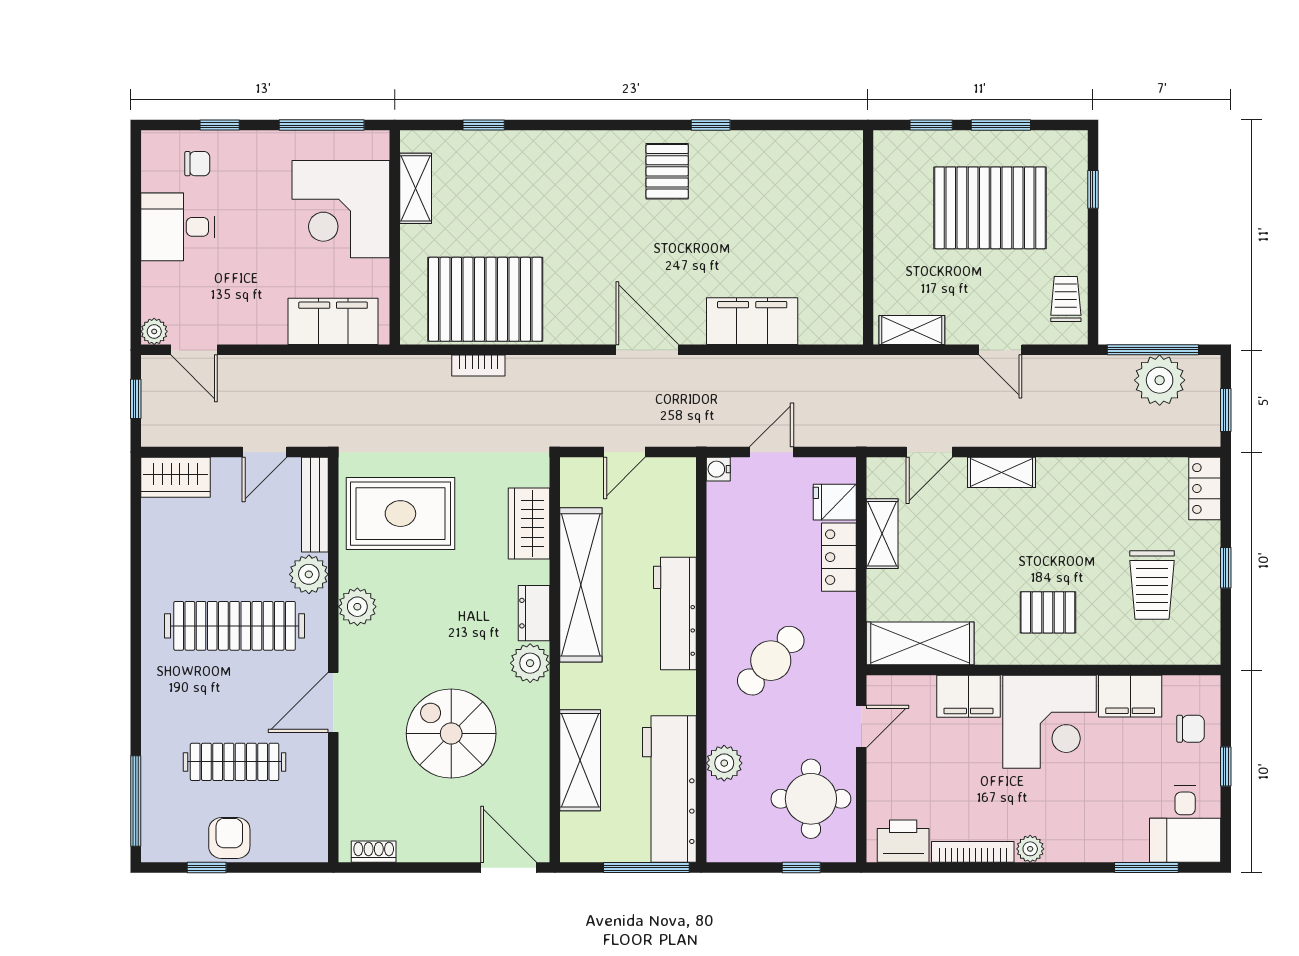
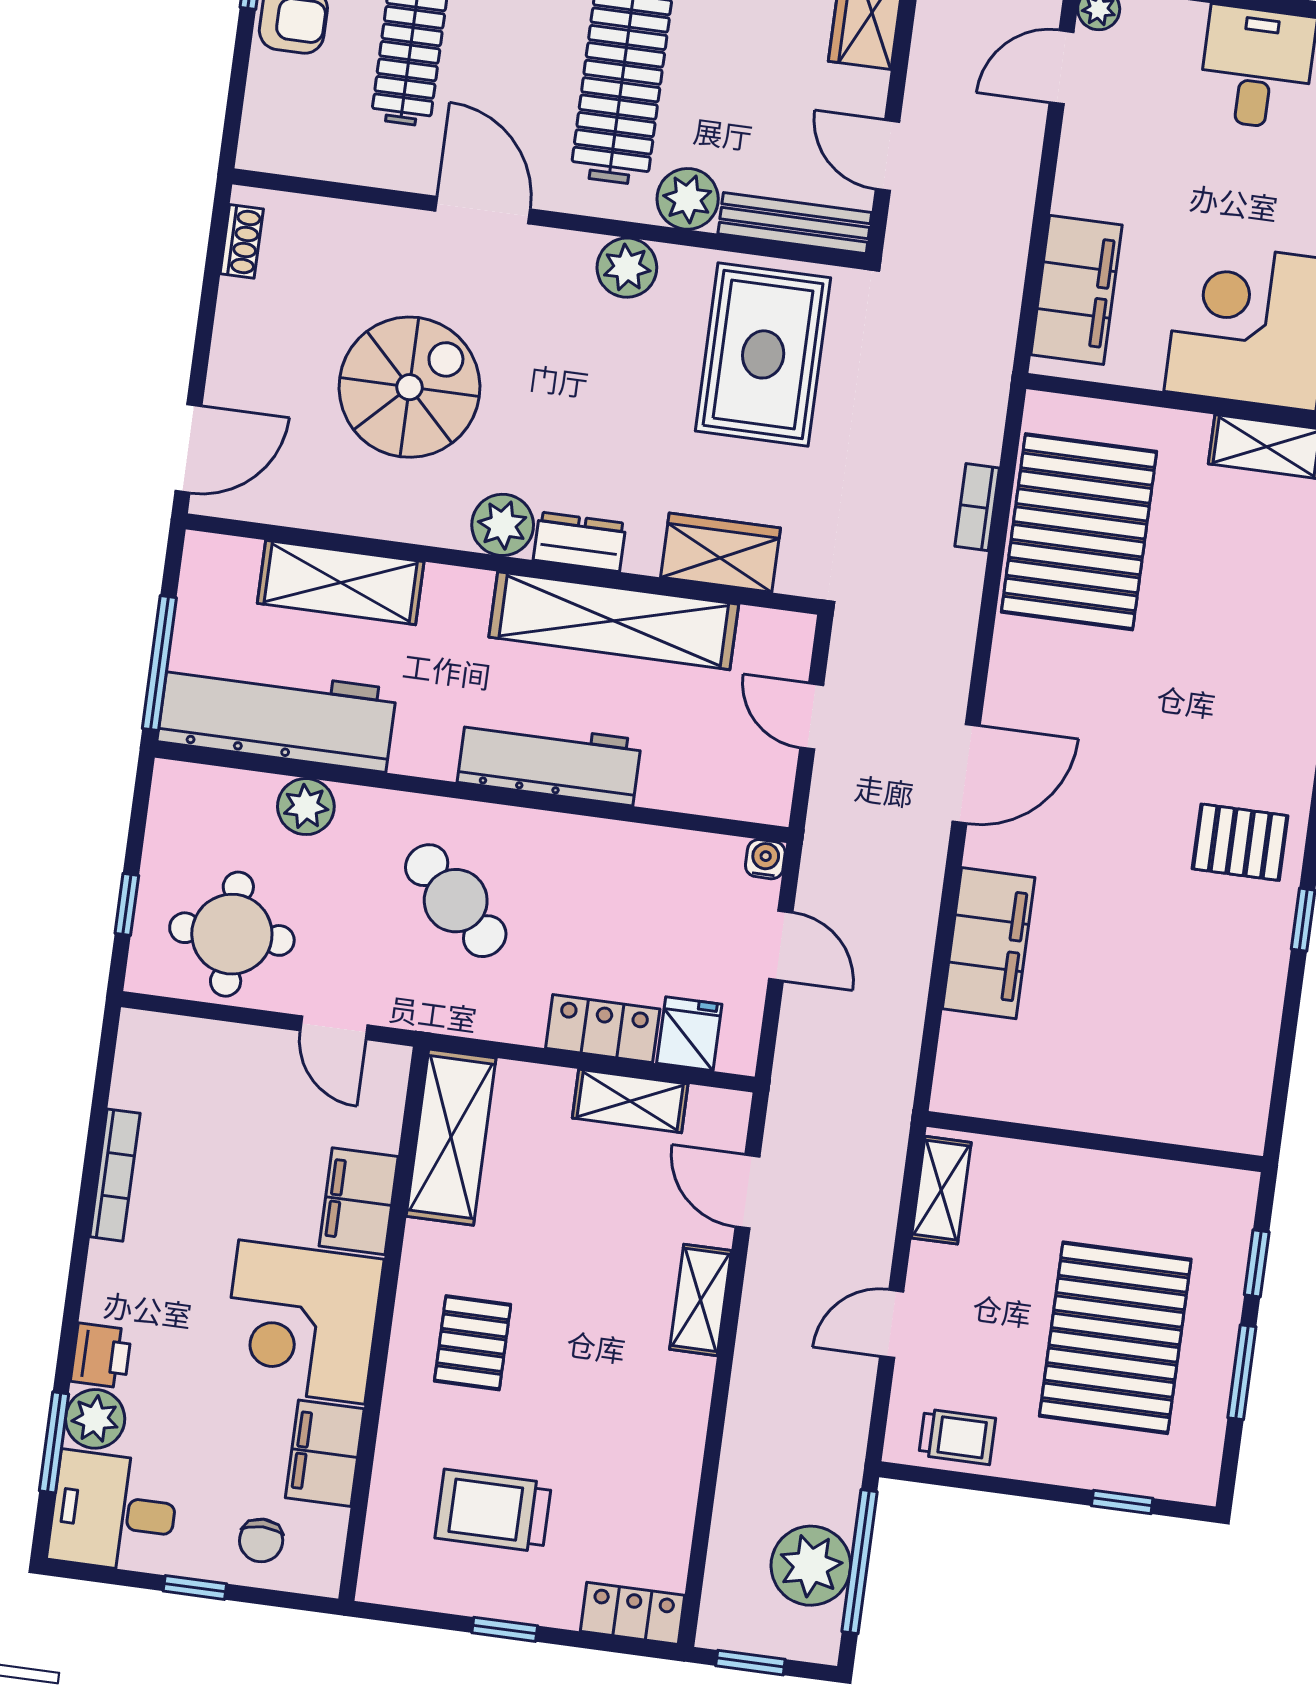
printer: (903, 841) -> (101, 1356), moved, width x0.73, depth x0.81
plant: (1030, 849) -> (95, 1419), moved, width x1.38, depth x1.38

